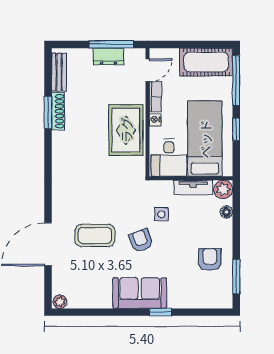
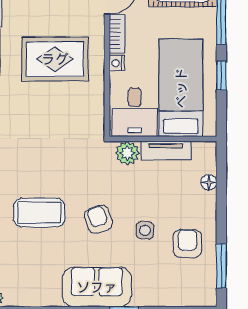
rug: (126, 130) -> (55, 59), moved, turned 90
plant: (223, 189) -> (127, 153), moved
side table: (161, 214) -> (145, 230), moved

